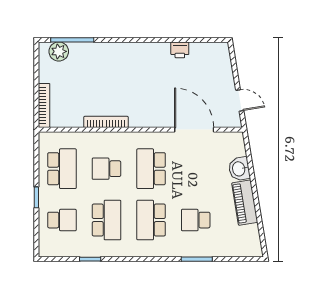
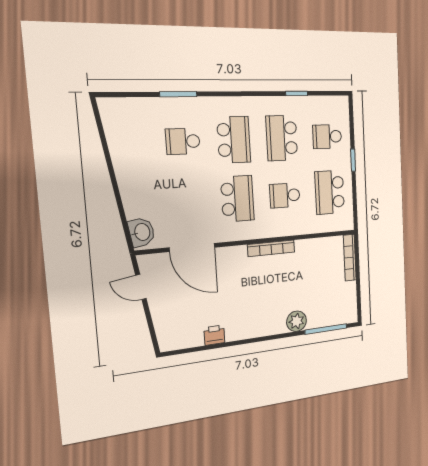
plant: (59, 51) -> (297, 321), moved
bookcase: (106, 122) -> (271, 248), moved
school desk: (107, 169) -> (285, 195), turned 180
washbasin: (239, 169) -> (142, 232), moved
piano: (245, 203) -> (125, 165), removed
school desk: (196, 220) -> (183, 141), turned 180

